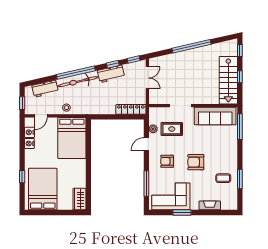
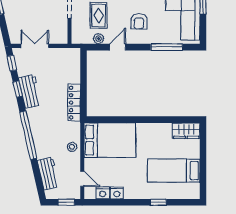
bicycle: (78, 82) -> (39, 133), removed
locker: (131, 109) -> (74, 103), moved
door: (146, 144) -> (118, 47), swing flipped
bed: (43, 189) -> (174, 171), width x0.67

